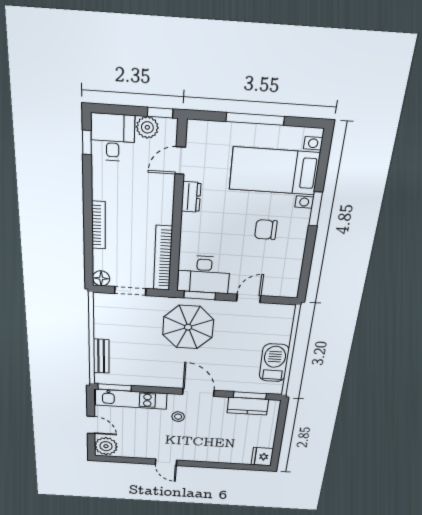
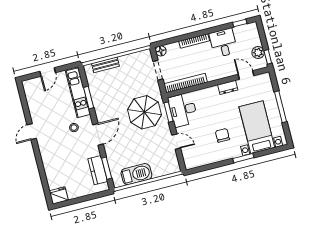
desk: (113, 137) -> (223, 43), moved, turned -90
window: (115, 387) -> (89, 98), moved
plant: (106, 446) -> (32, 87), removed

